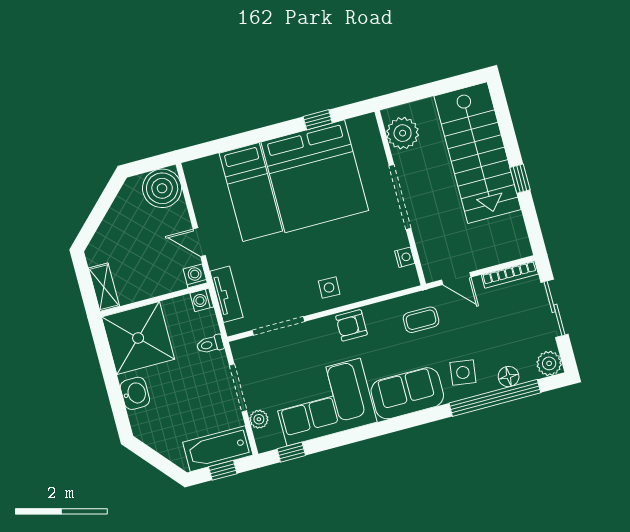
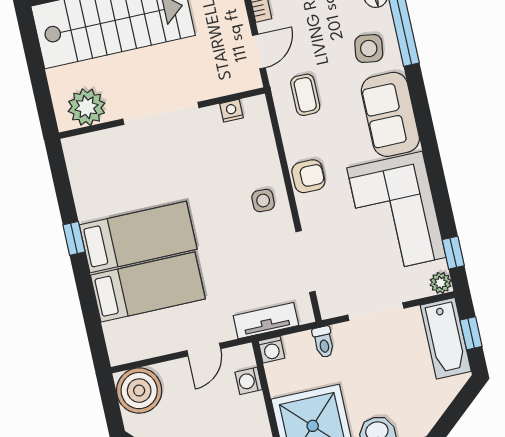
window: (318, 120) -> (74, 238), moved
bed: (315, 176) -> (138, 237), width x0.49
washing machine: (195, 276) -> (249, 381), moved
armchair: (351, 325) -> (308, 176), turned -90
plant: (259, 419) -> (441, 283), moved

